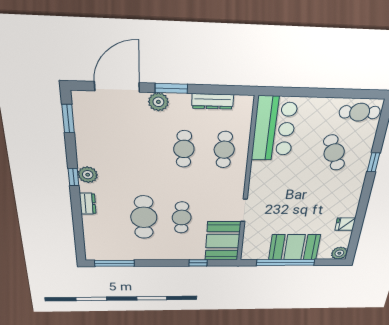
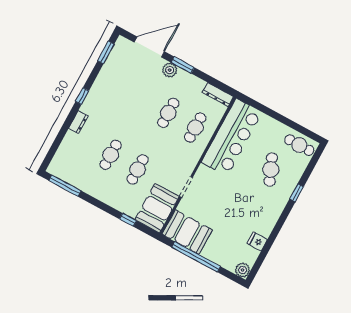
dresser: (213, 101) -> (218, 95), moved
bar counter: (274, 129) -> (232, 137), width x1.36
plant: (88, 175) -> (93, 99), removed
cafe table: (144, 217) -> (111, 155), width x0.73, depth x0.74
booth: (294, 247) -> (187, 232), moved

